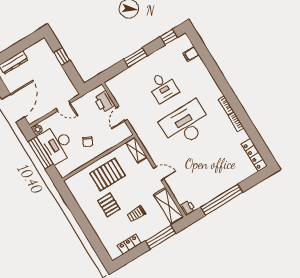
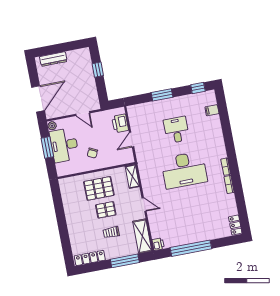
desk: (163, 87) -> (176, 130), turned 180
desk: (186, 124) -> (184, 170), turned 180
window: (41, 153) -> (47, 147), width x0.69
locker: (254, 155) -> (235, 225), width x0.66
pallet: (109, 205) -> (106, 210), moved, turned 90
locker: (129, 244) -> (90, 258), width x1.53

